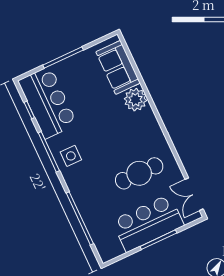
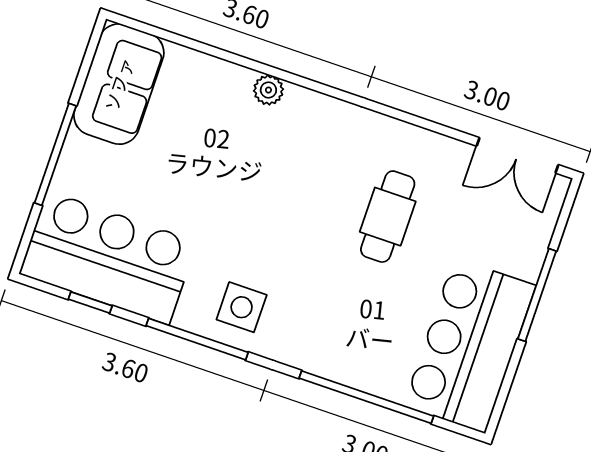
sofa: (118, 67) -> (119, 84), moved, turned -90
plant: (135, 100) -> (268, 90), width x0.53, depth x0.53
cafe table: (139, 173) -> (388, 217), width x0.73, depth x0.74
bar counter: (148, 223) -> (470, 346), moved

